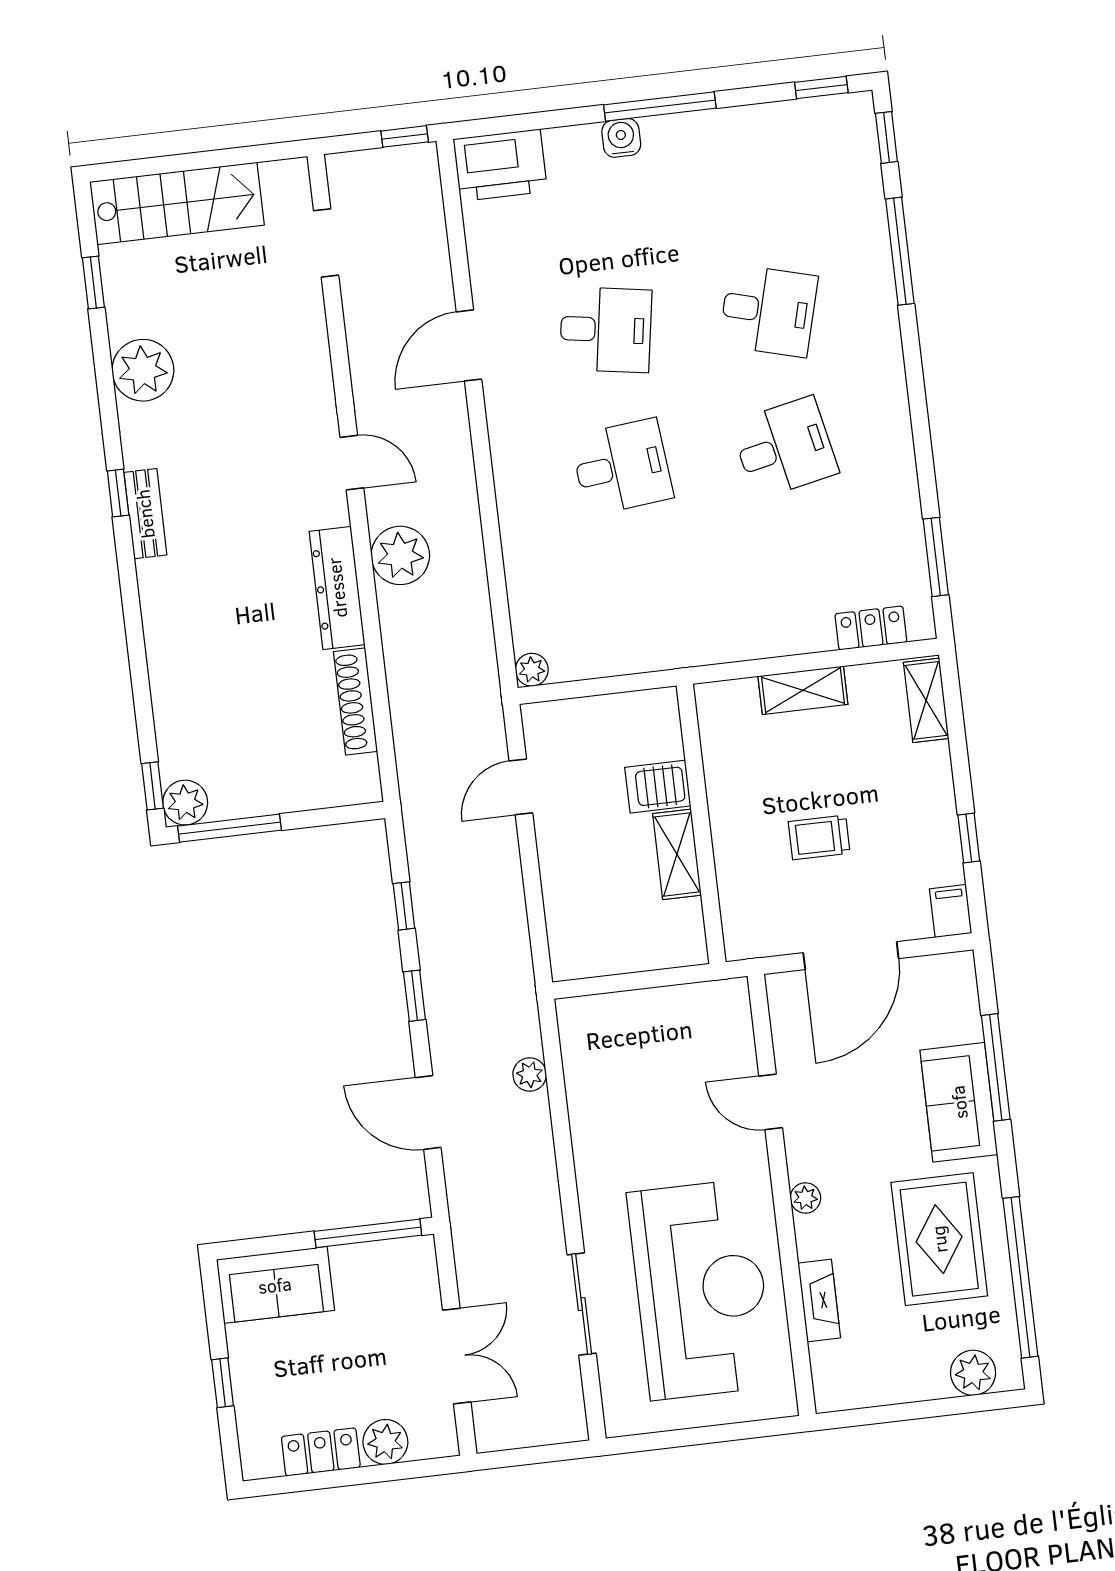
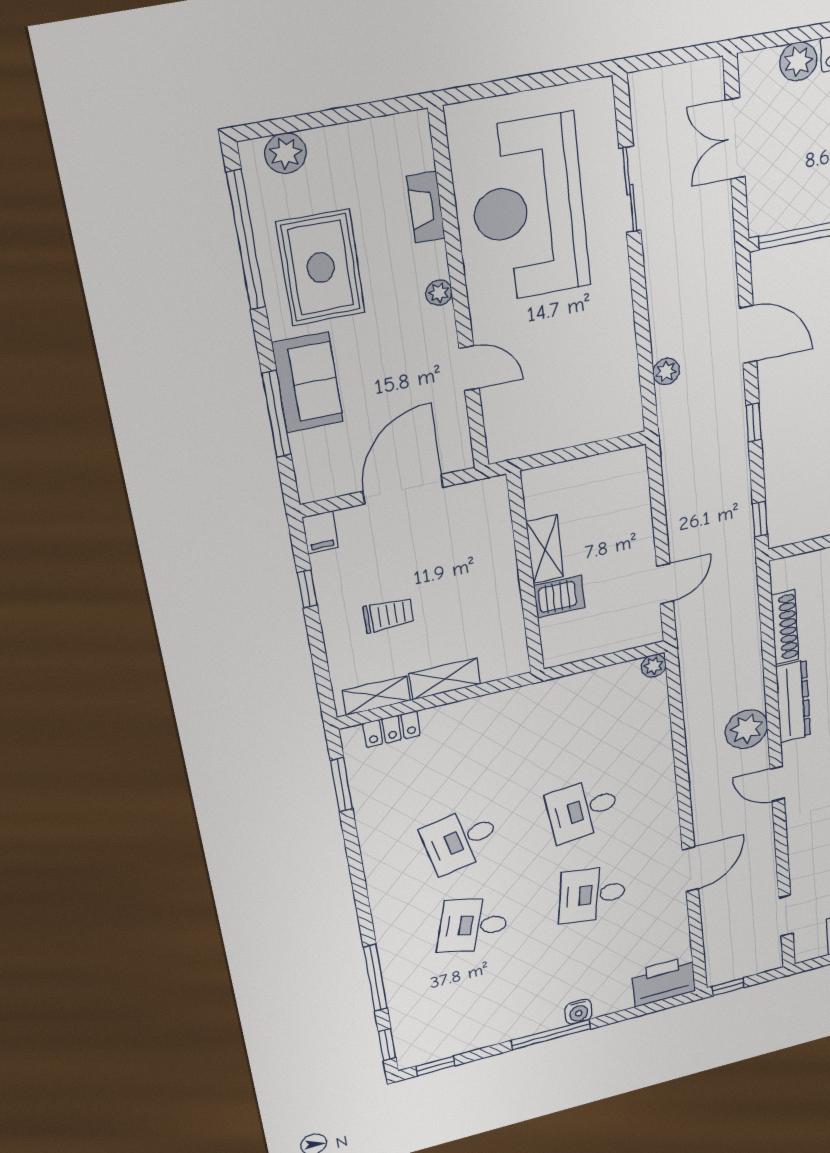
shelving: (926, 700) -> (376, 696), moved, turned 90
trolley: (819, 837) -> (388, 615), moved
window: (404, 906) -> (760, 519), moved

